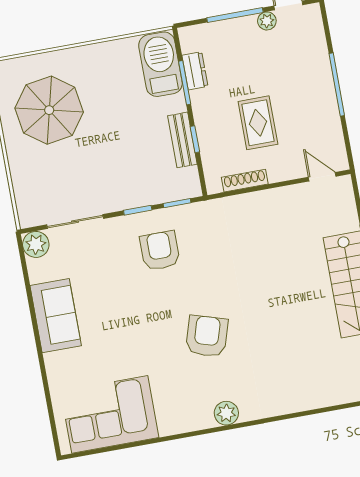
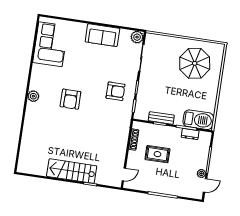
armchair: (207, 336) -> (70, 99), turned 73

